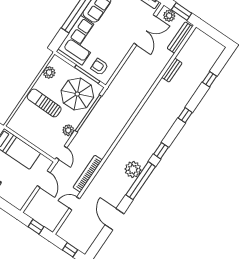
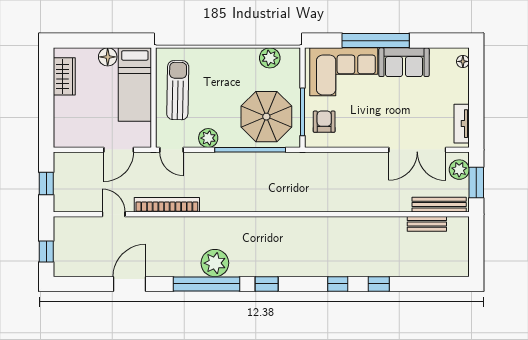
bench: (172, 70) -> (427, 224), moved
window: (210, 79) -> (379, 284), moved
sun lounger: (44, 103) -> (178, 90), moved
door: (62, 153) -> (171, 150), hinge flipped

